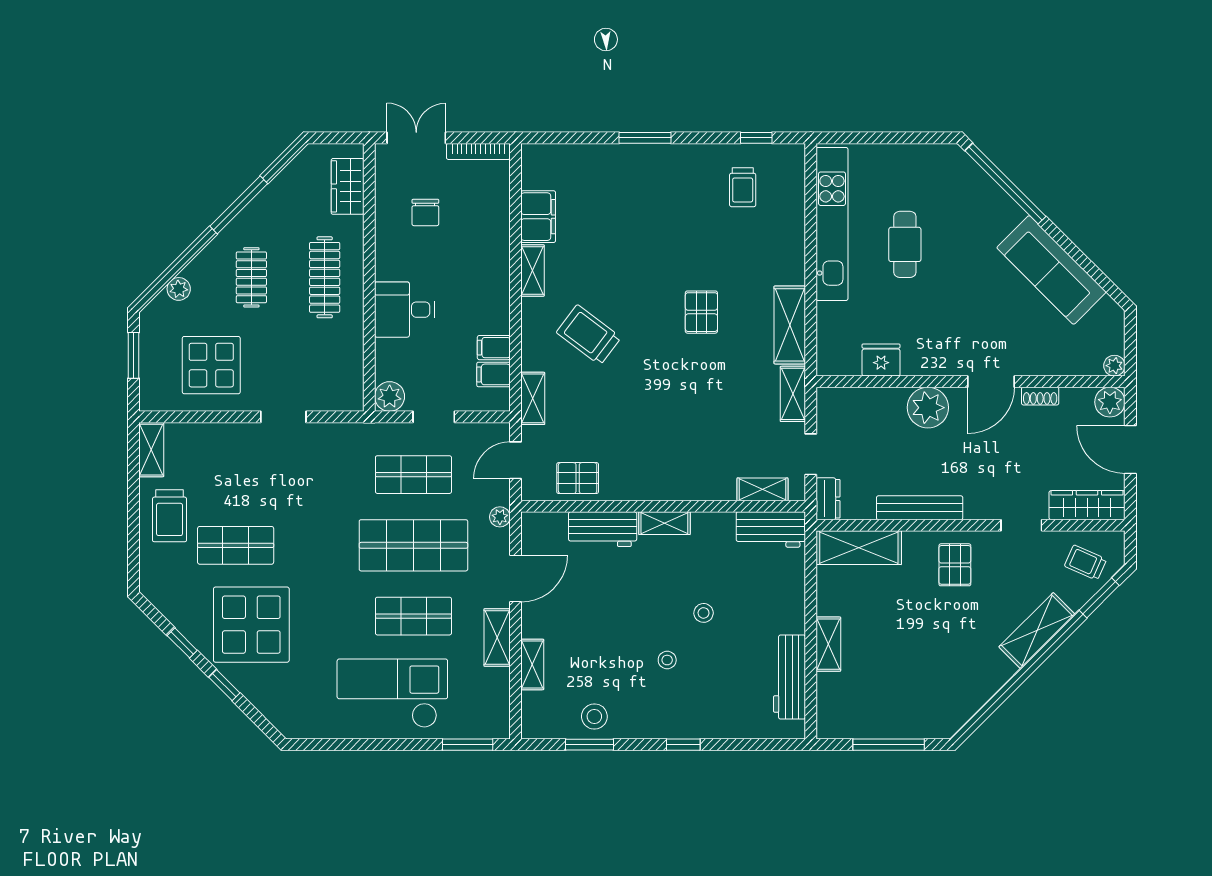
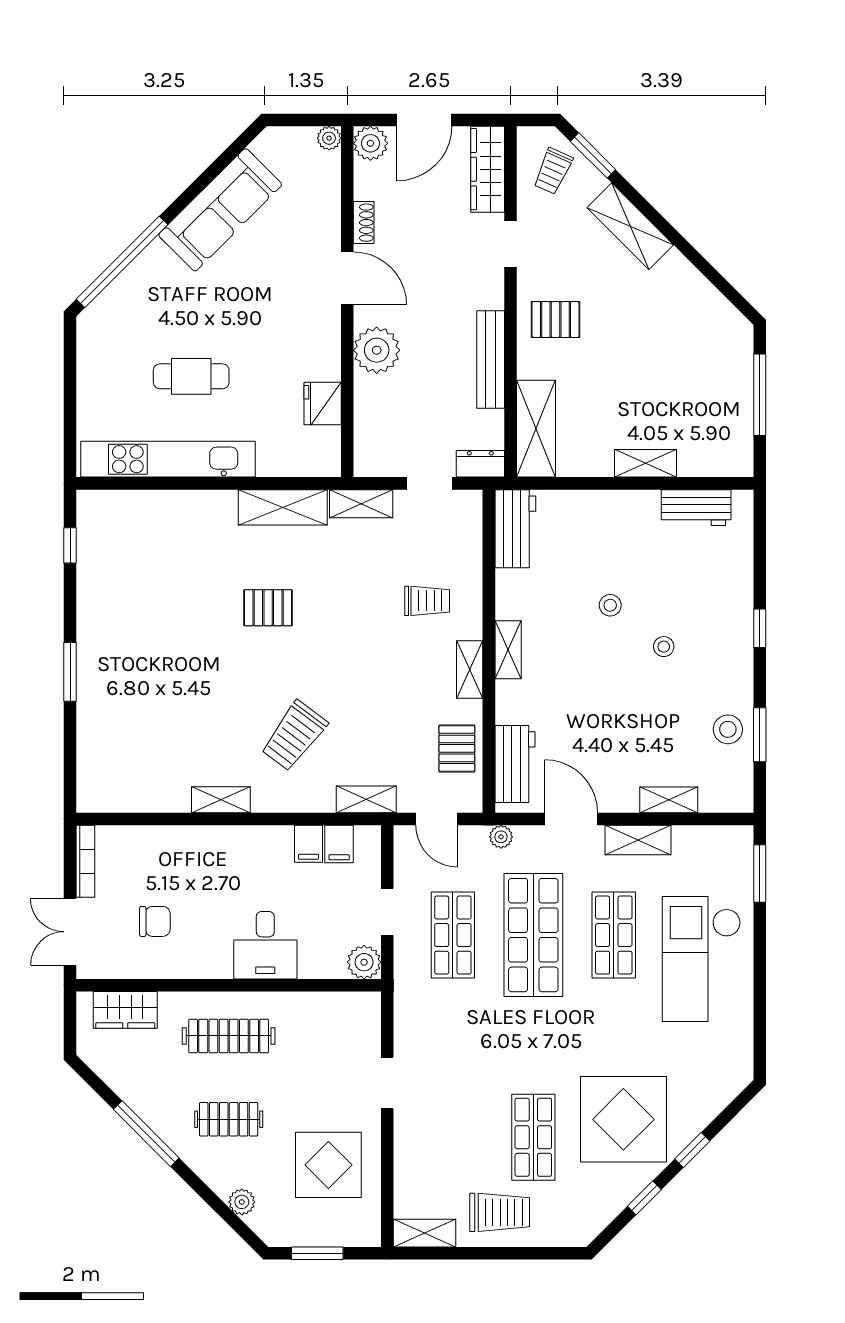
trolley: (743, 187) -> (427, 601), moved
filing cabinet: (538, 217) -> (160, 793), removed
shelving: (763, 489) -> (470, 669), moved
workbench: (603, 529) -> (515, 764), moved
workbench: (789, 677) -> (696, 508), width x0.73

